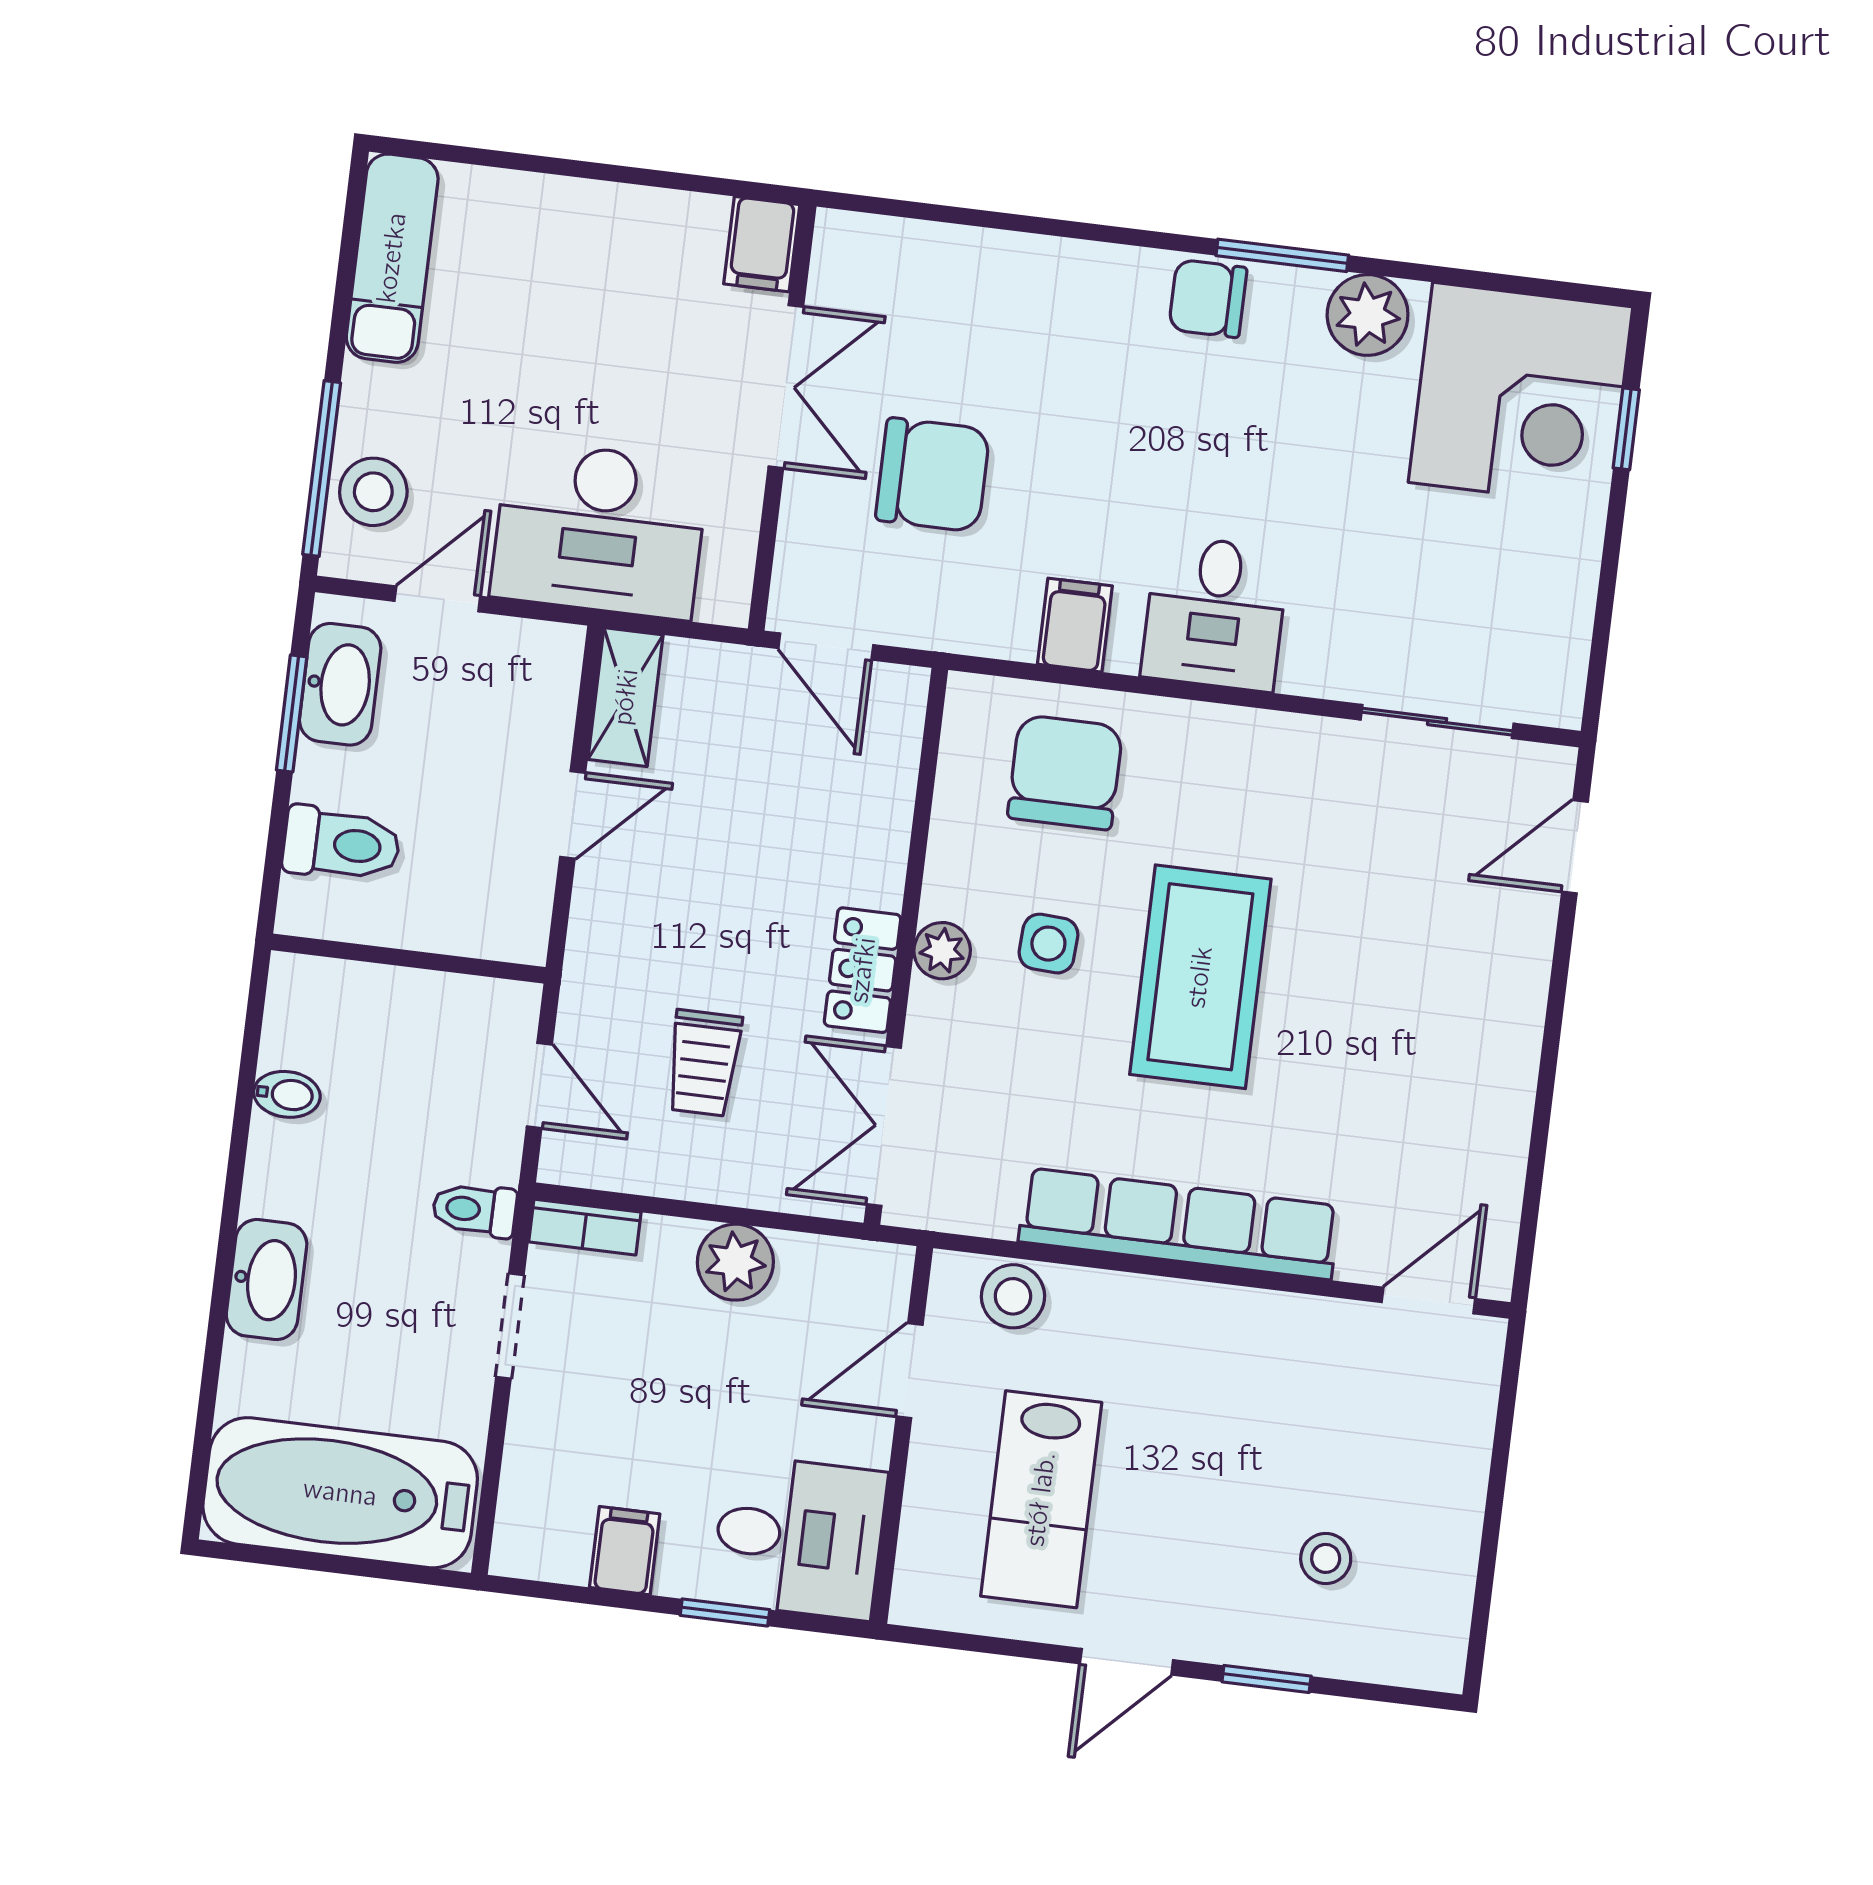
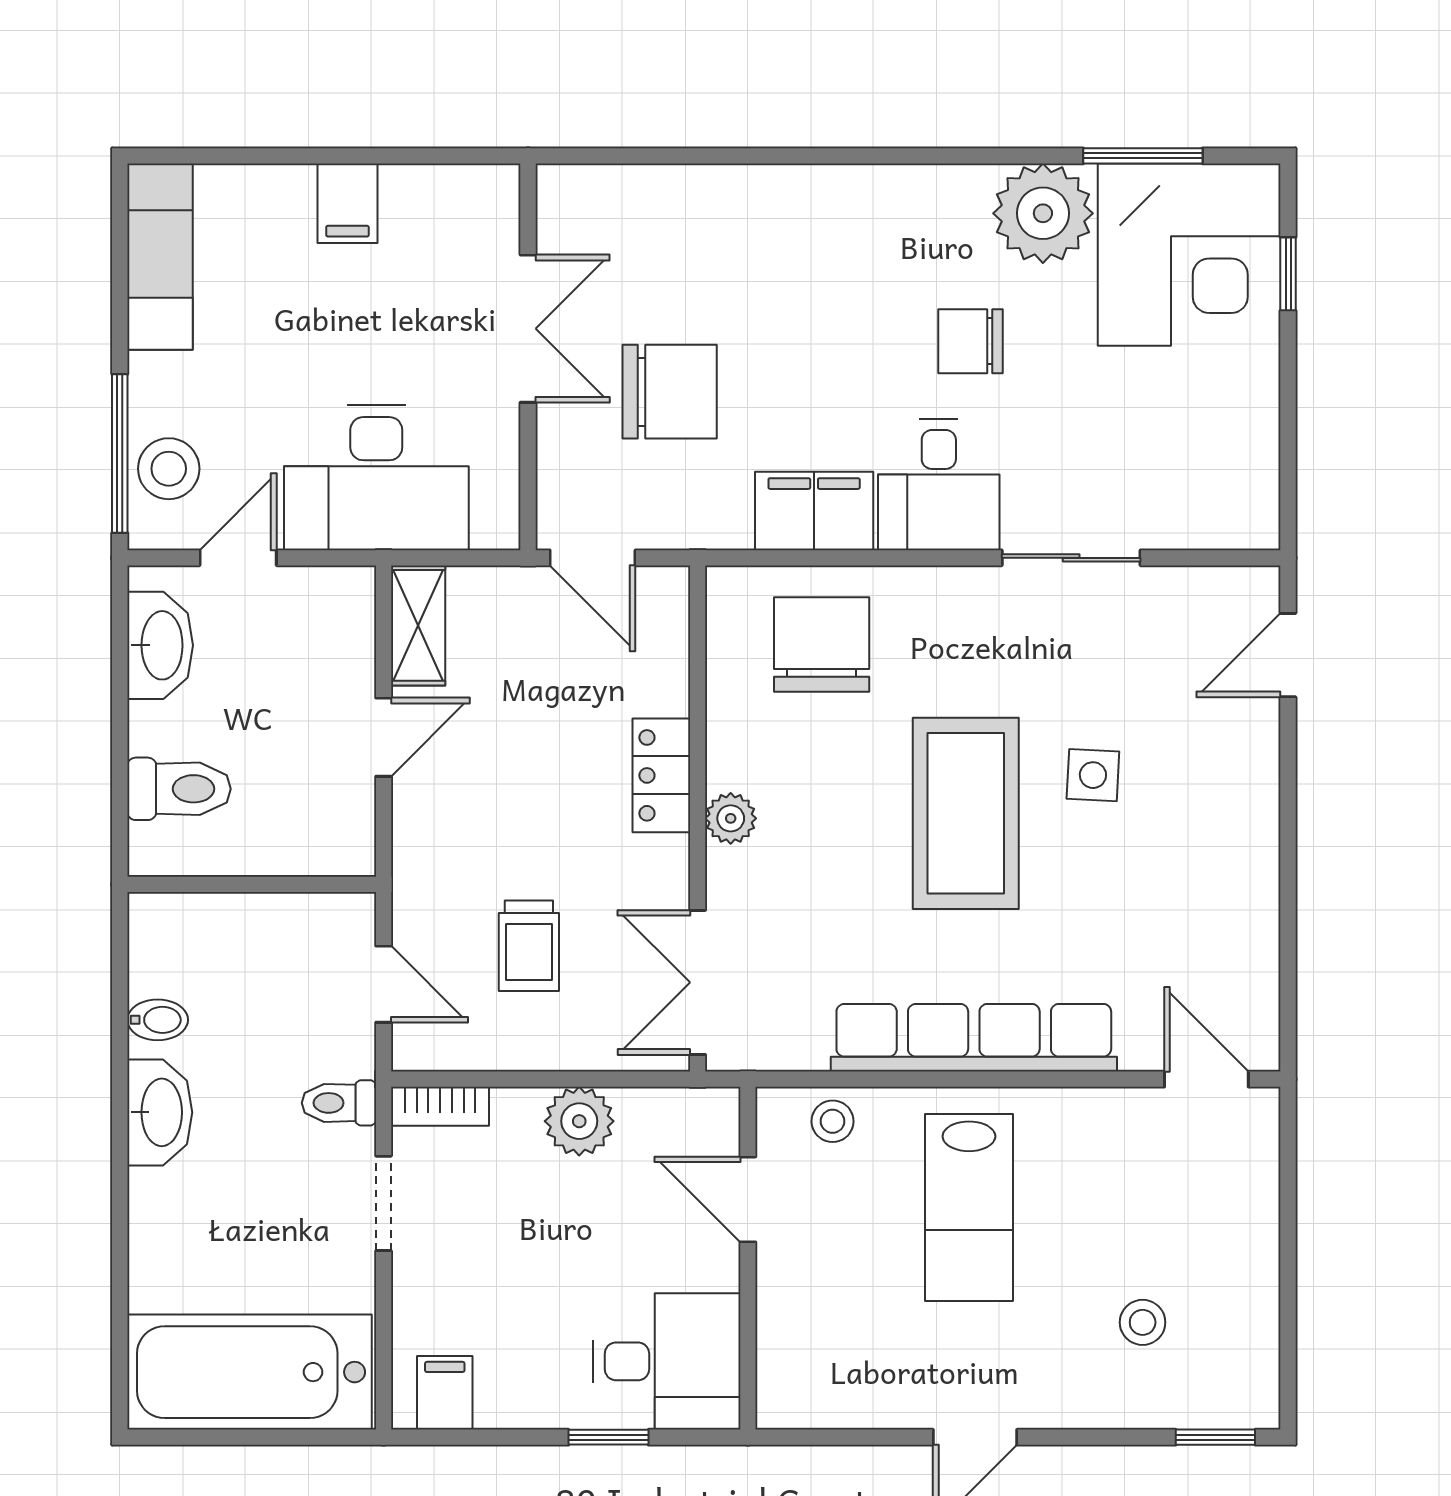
filing cabinet: (762, 244) -> (347, 203), moved
window: (1282, 255) -> (1143, 156), moved
chair: (1208, 299) -> (971, 341), moved
plant: (1368, 315) -> (1043, 213), width x1.36, depth x1.36
filing cabinet: (1075, 625) -> (814, 511), width x2.00
window: (292, 713) -> (120, 677), removed
sliding door: (1437, 722) -> (1071, 558), moved
side table: (1048, 944) -> (1093, 775), moved
locker: (863, 970) -> (661, 775), moved
washbasin: (267, 1280) -> (160, 1112), moved
stool: (1013, 1296) -> (833, 1121), width x0.73, depth x0.73
door: (1428, 1300) -> (1206, 1079), hinge flipped
door: (910, 1371) -> (748, 1199), hinge flipped
lab bench: (1041, 1499) -> (969, 1208), moved
filing cabinet: (625, 1551) -> (445, 1393), moved
window: (1267, 1679) -> (1215, 1437), moved

